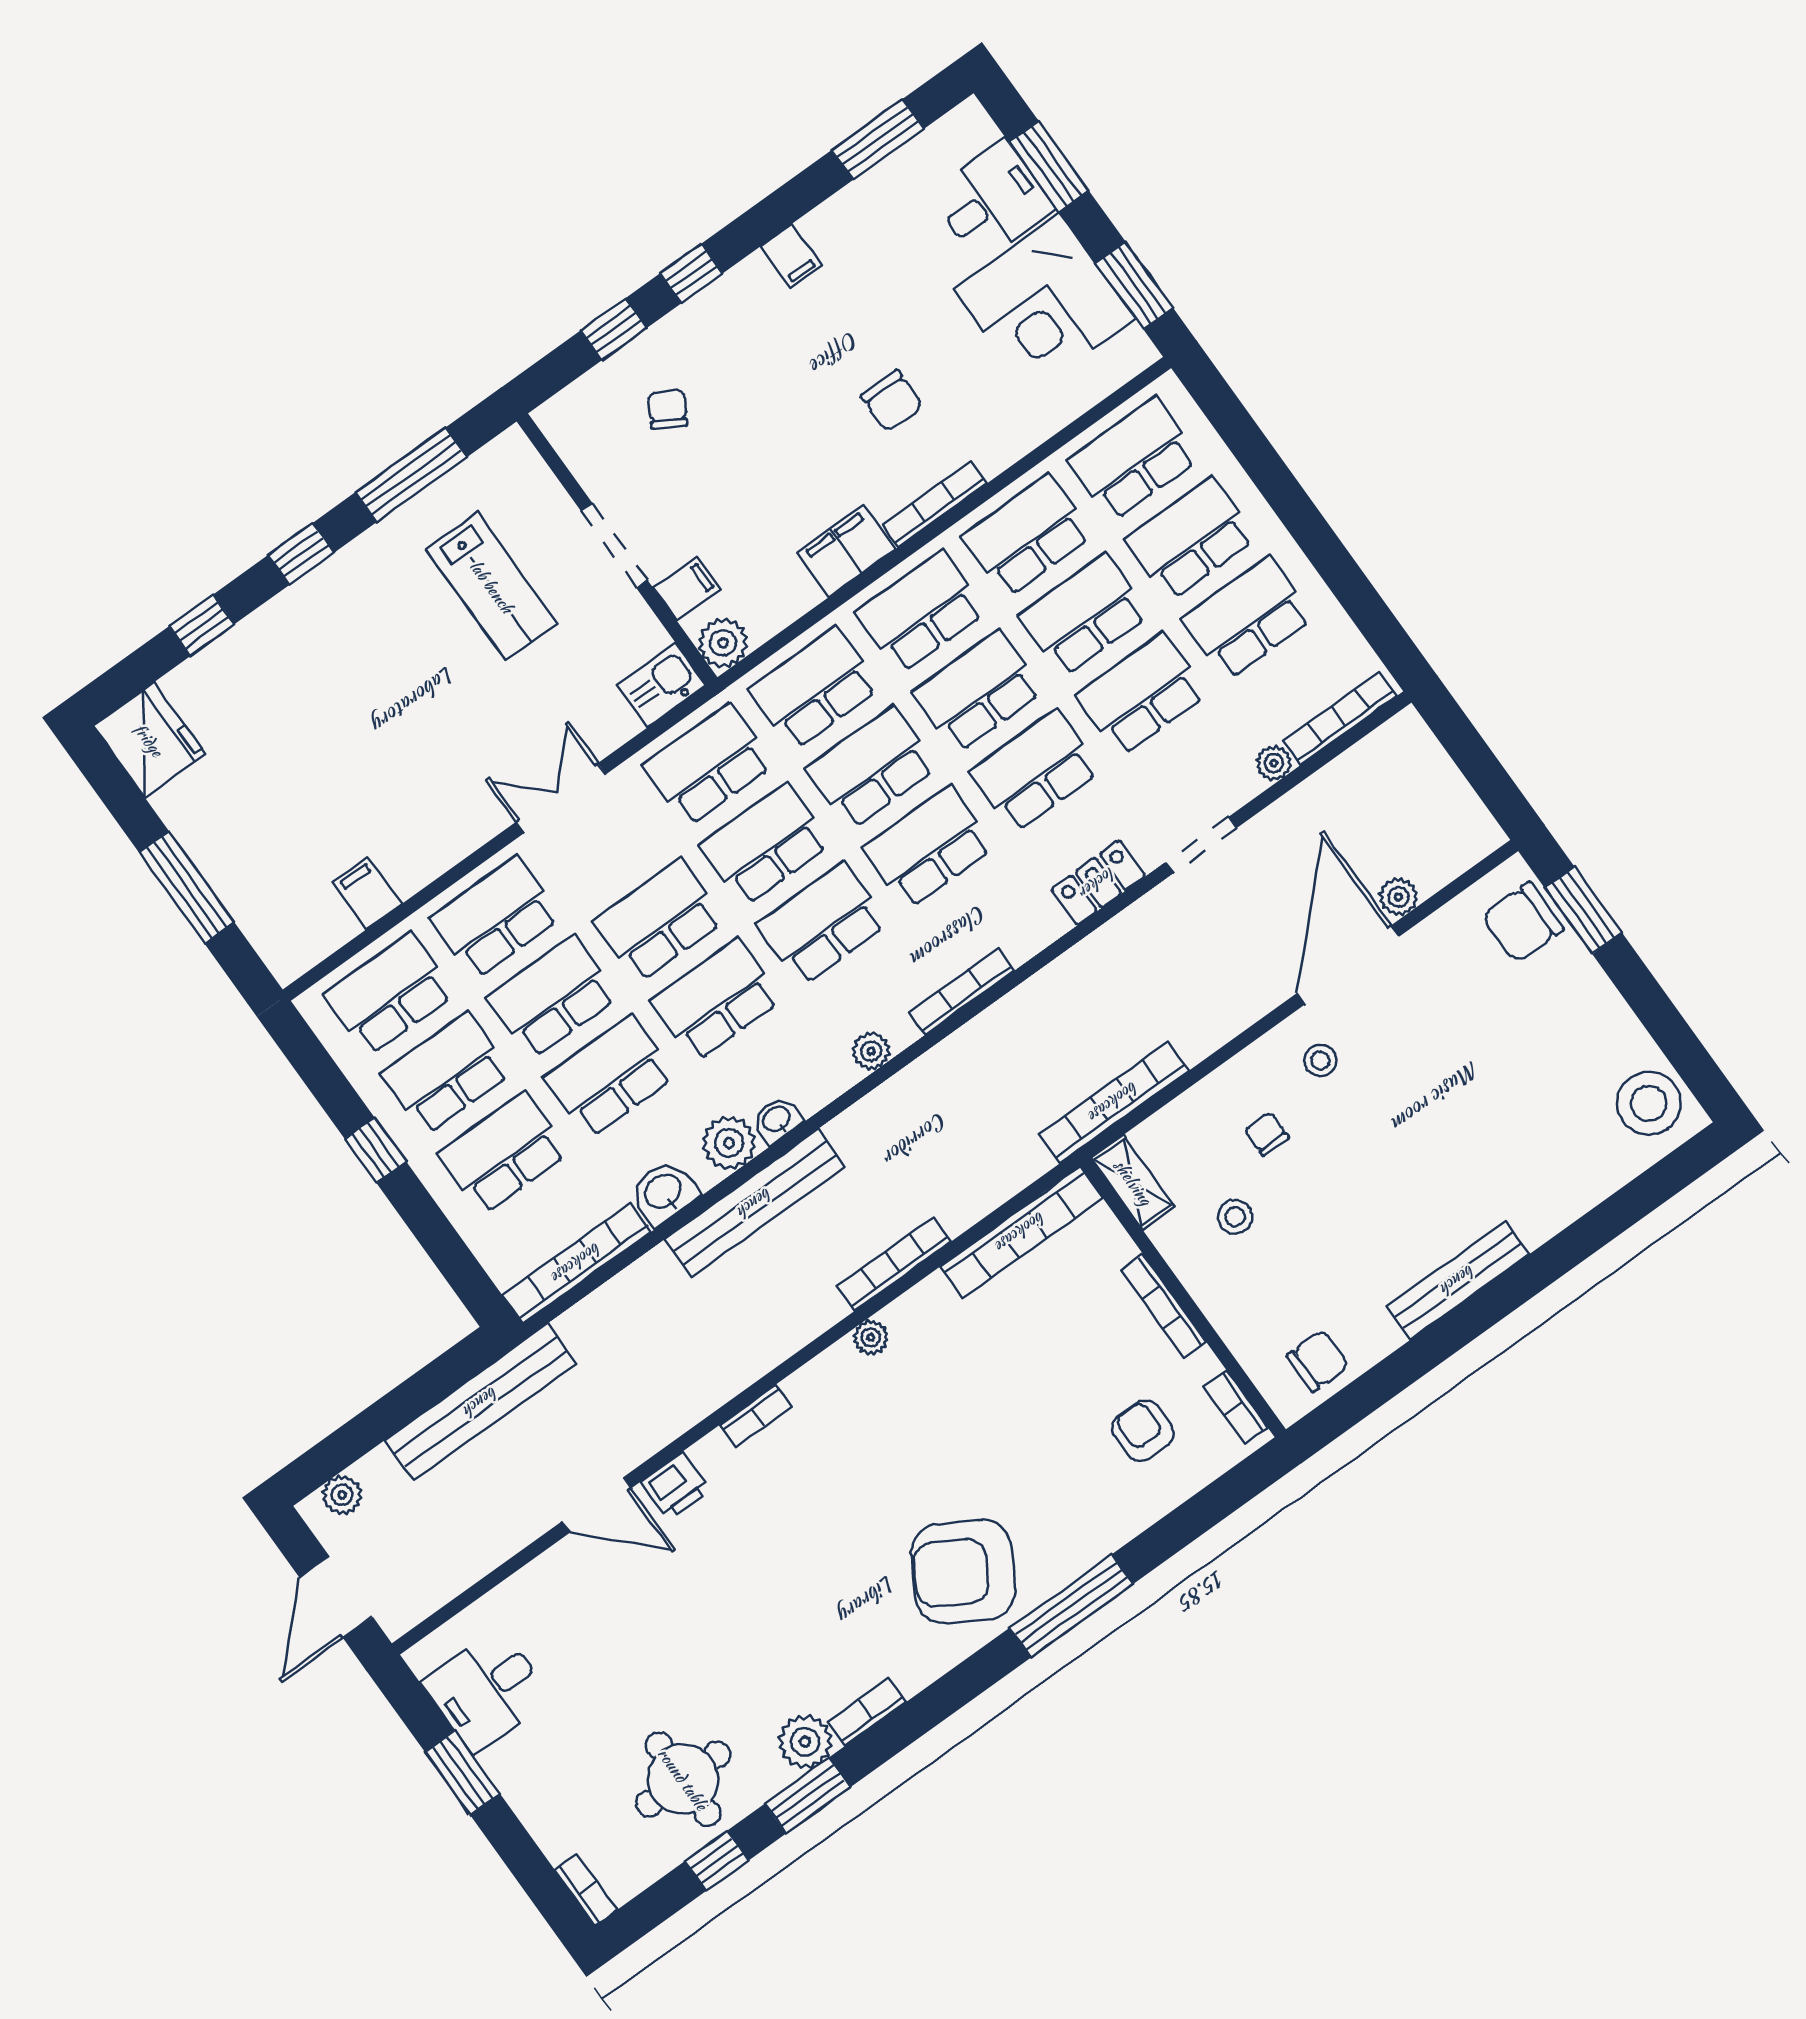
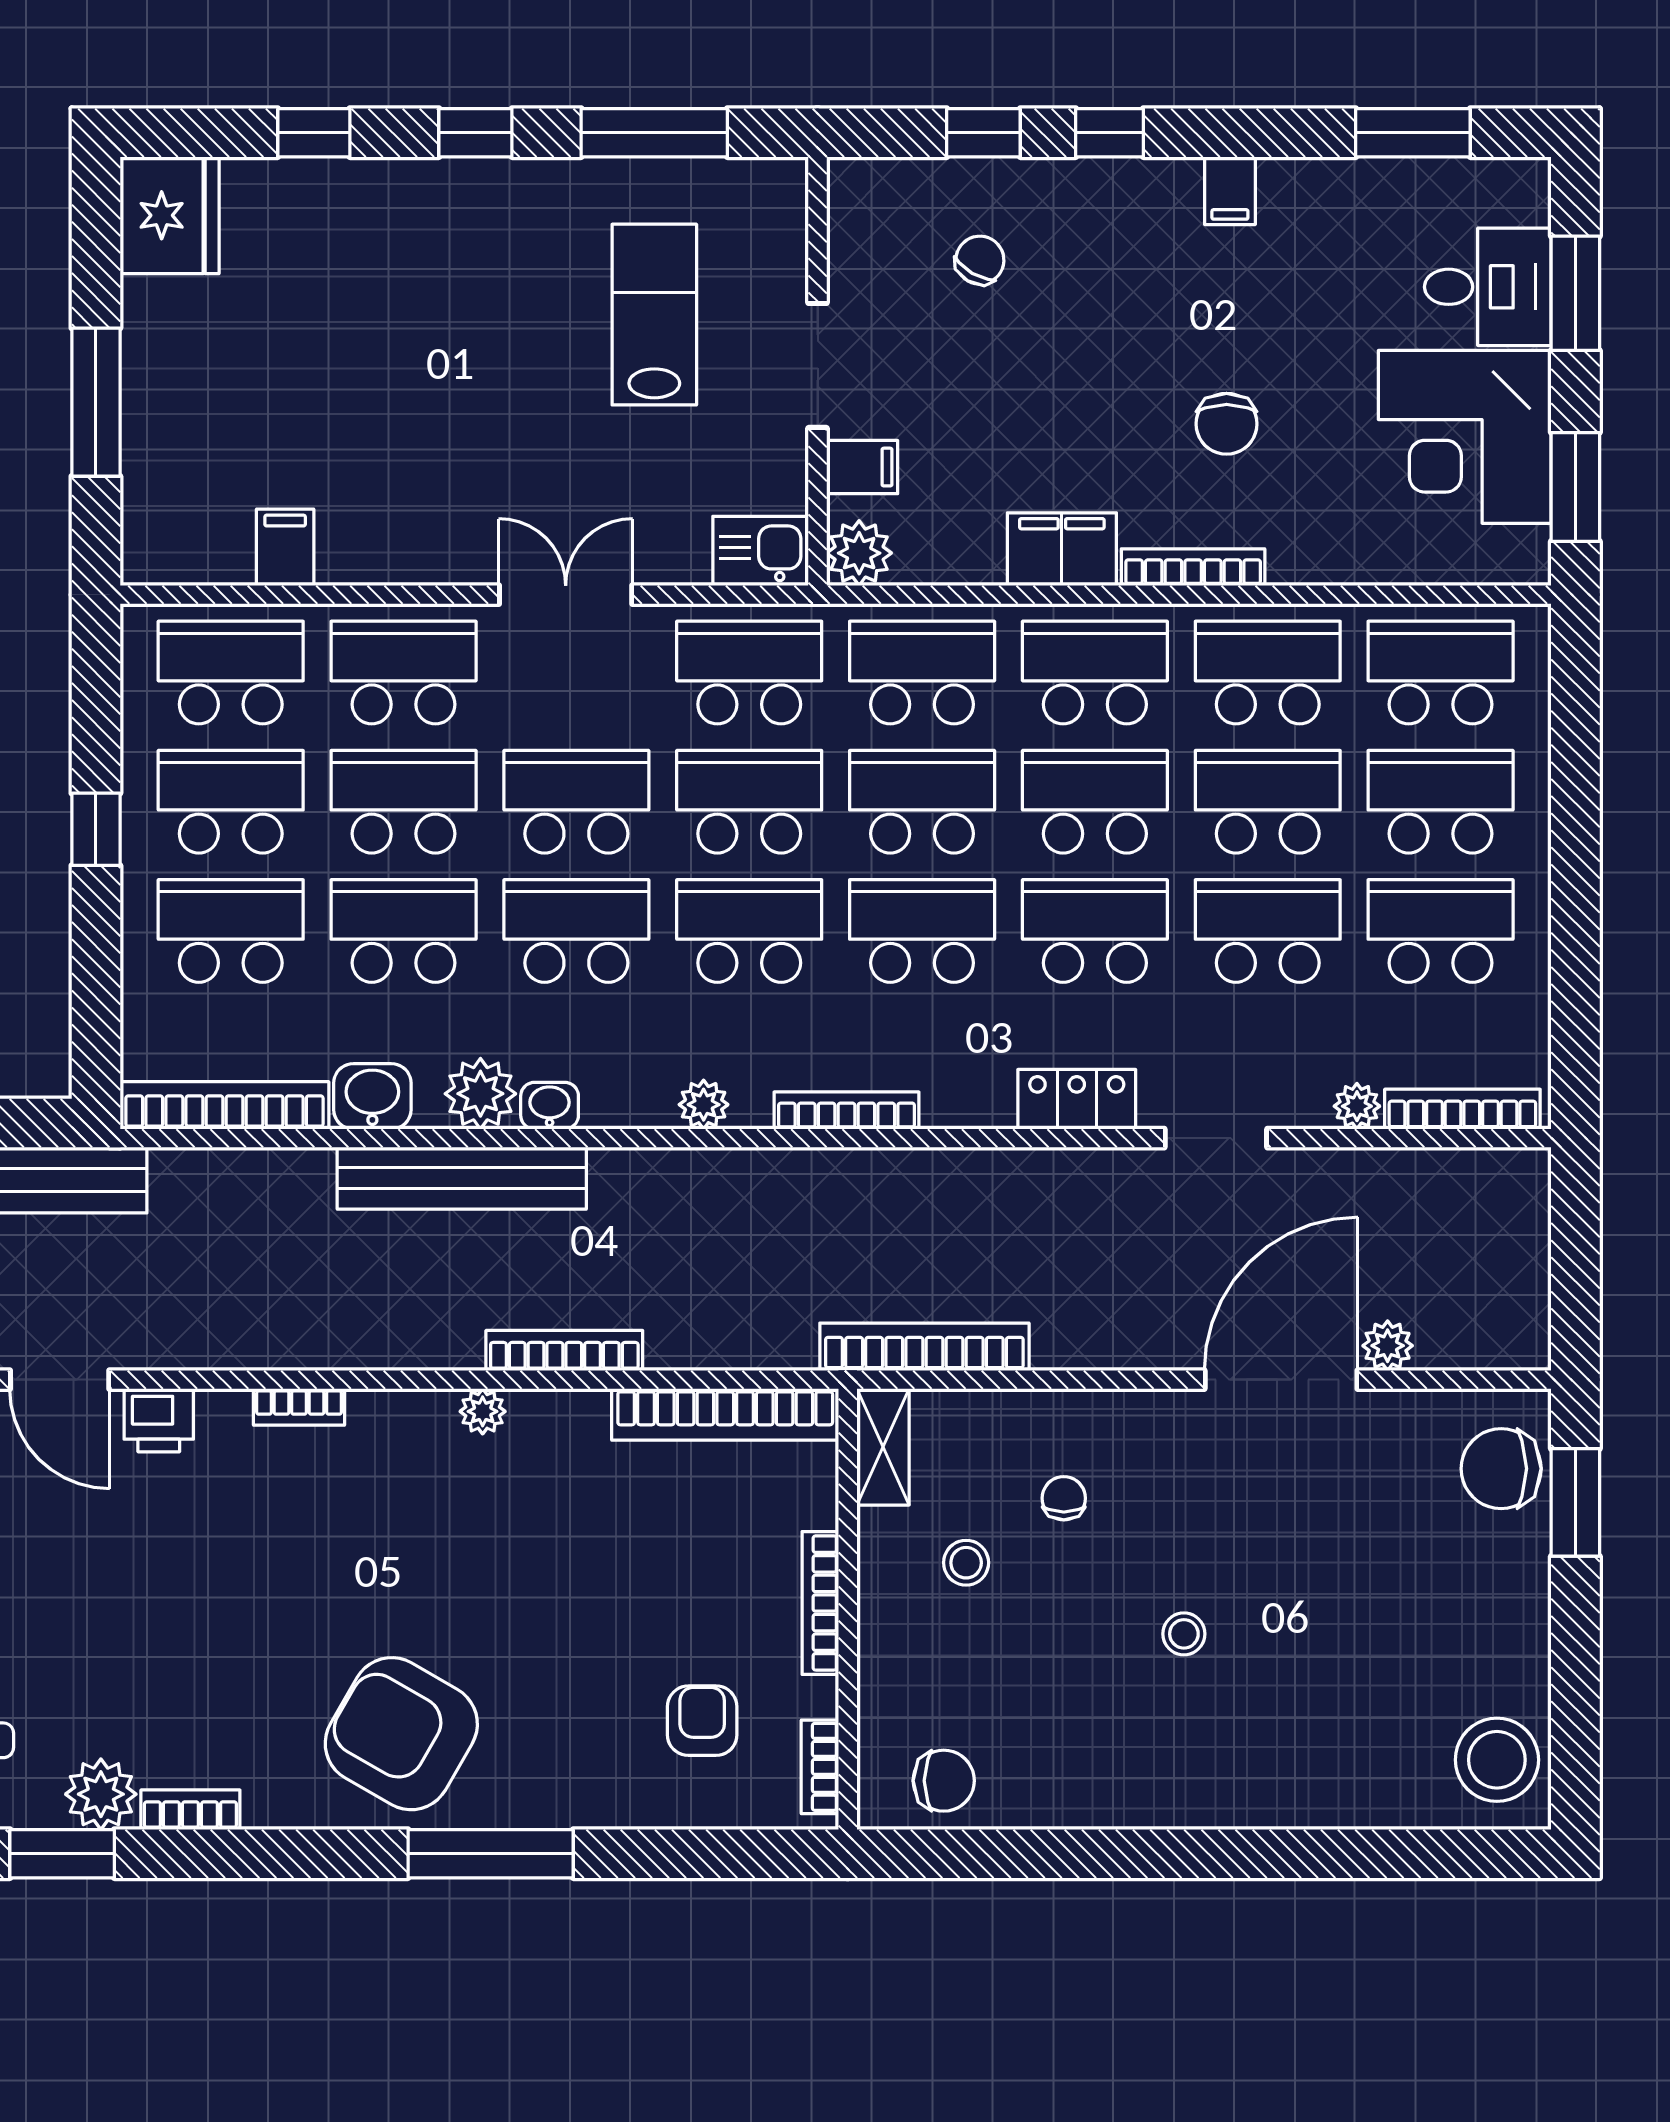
lab bench: (492, 587) -> (654, 315), turned 180
stool: (1320, 1061) -> (1184, 1634), moved
bench: (1458, 1280) -> (1156, 1802), removed

